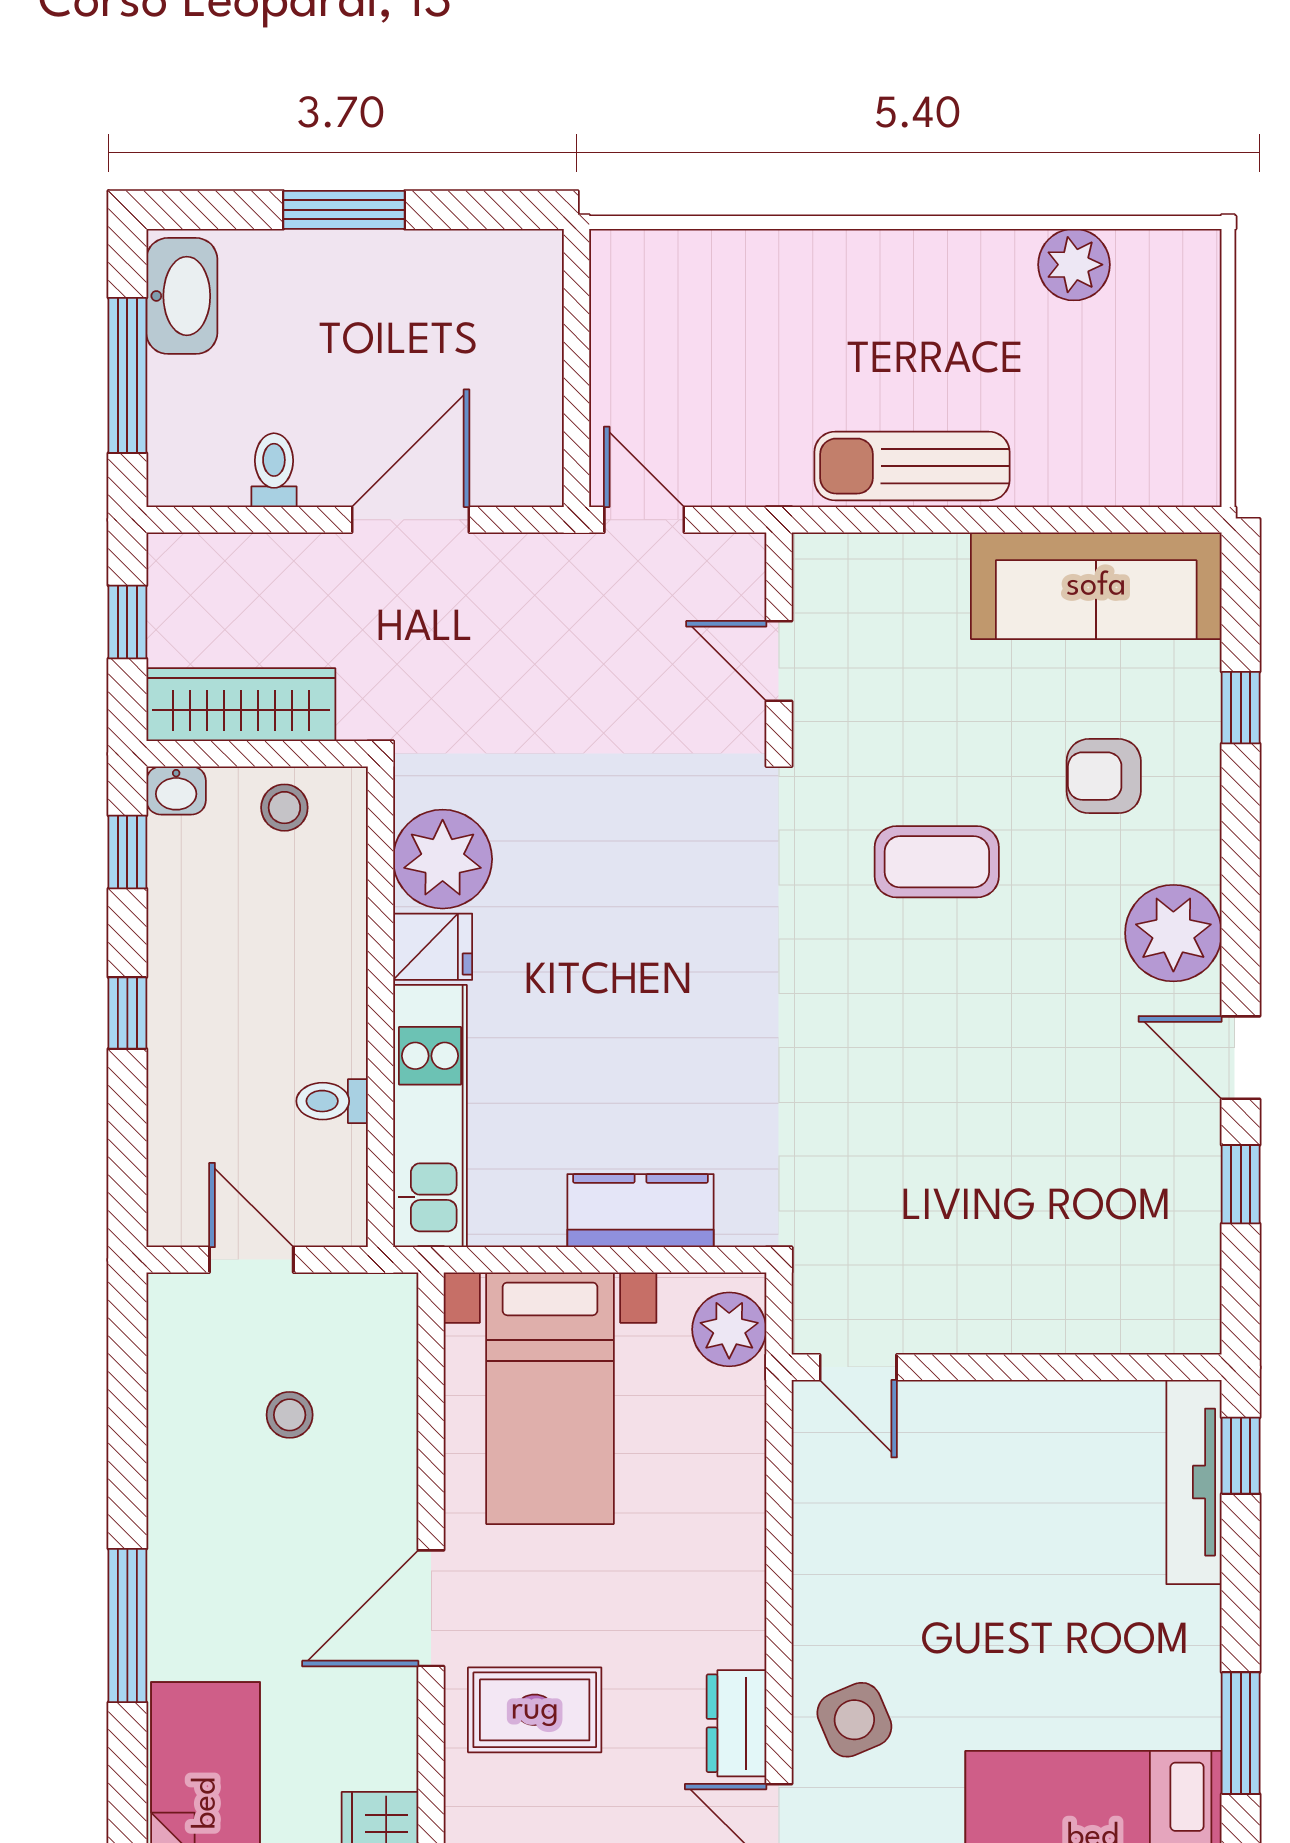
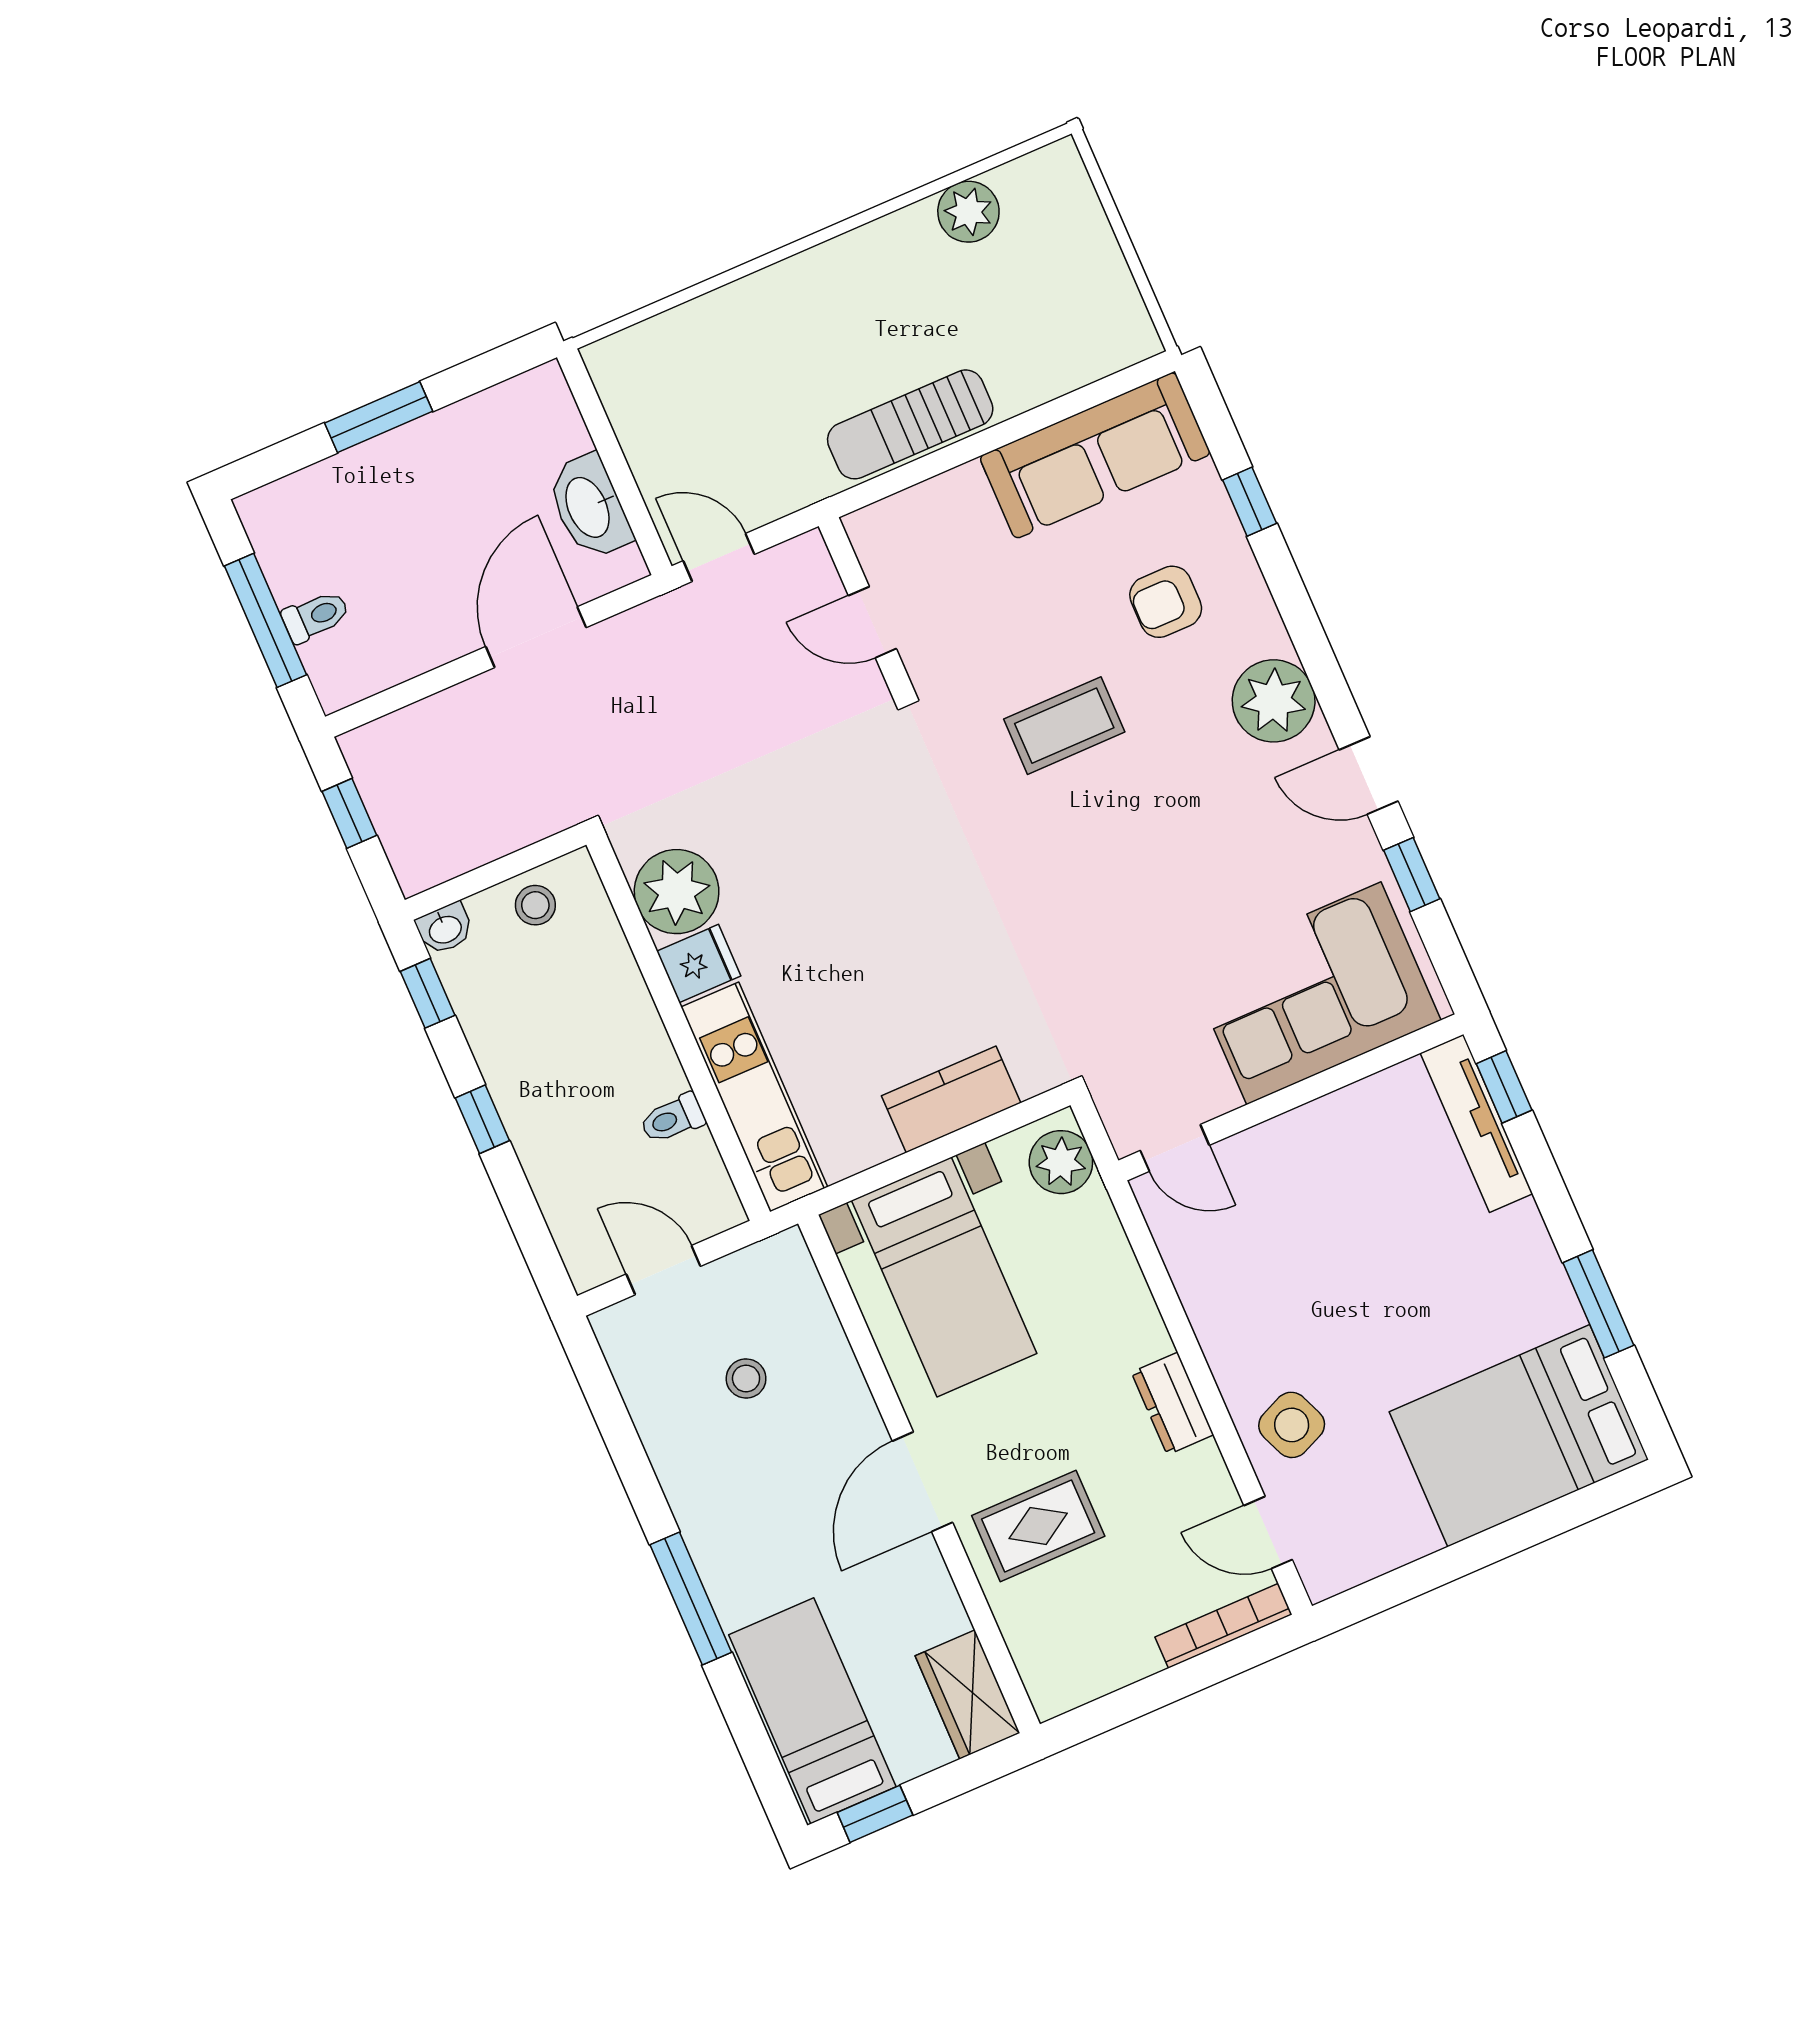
washbasin: (182, 296) -> (589, 507), moved, turned 180
toilet: (274, 470) -> (316, 616), moved, turned 90
wardrobe: (241, 705) -> (466, 839), removed
corner sofa: (1080, 1266) -> (1314, 993), added
dresser: (736, 1723) -> (1173, 1404), moved

